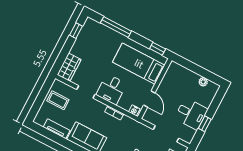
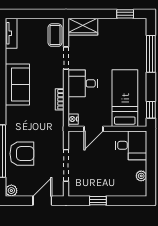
coffee table: (58, 100) -> (55, 35), moved
desk: (191, 114) -> (131, 145), moved, turned -90
tv unit: (57, 129) -> (11, 33), moved

